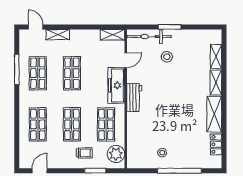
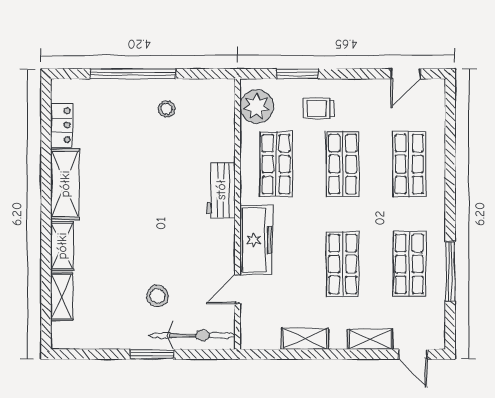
shelving: (112, 35) -> (305, 339), moved
workbench: (134, 97) -> (221, 190), moved

